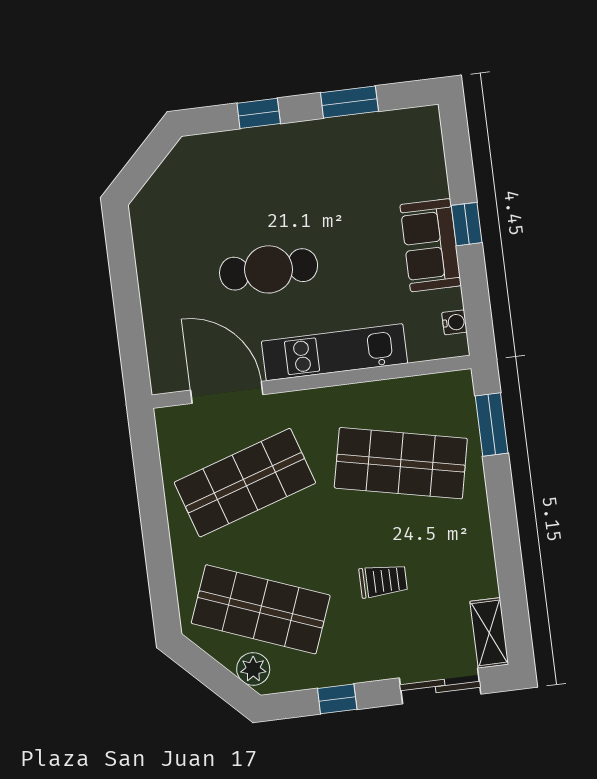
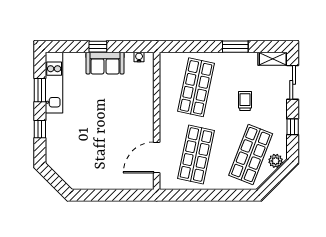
cafe table: (269, 269) -> (107, 133), removed
kitchen unit: (335, 352) -> (54, 83), moved, turned 180
window: (492, 424) -> (235, 47), moved
shop shelf: (245, 483) -> (196, 154), turned 30

